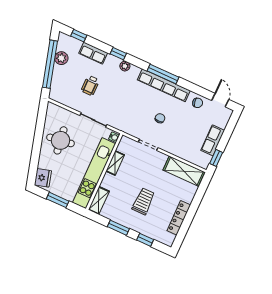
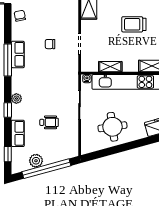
row of seats: (164, 85) -> (18, 54), width x0.50

